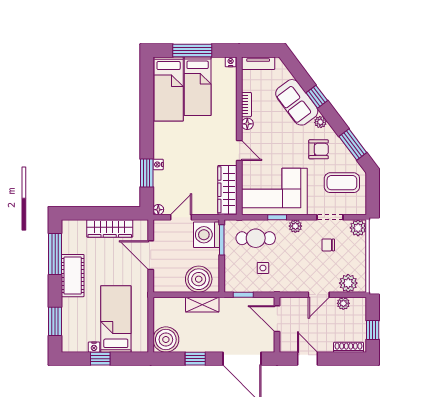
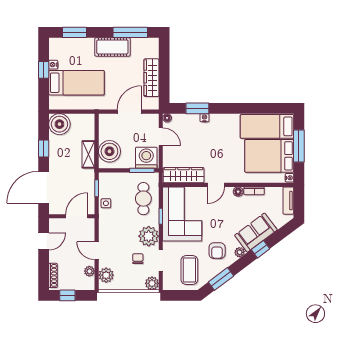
bed: (198, 86) -> (269, 156), width x1.50
plant: (295, 226) -> (149, 236), width x1.88, depth x1.88
side table: (263, 268) -> (106, 203), moved

